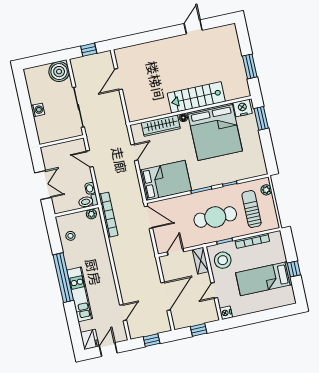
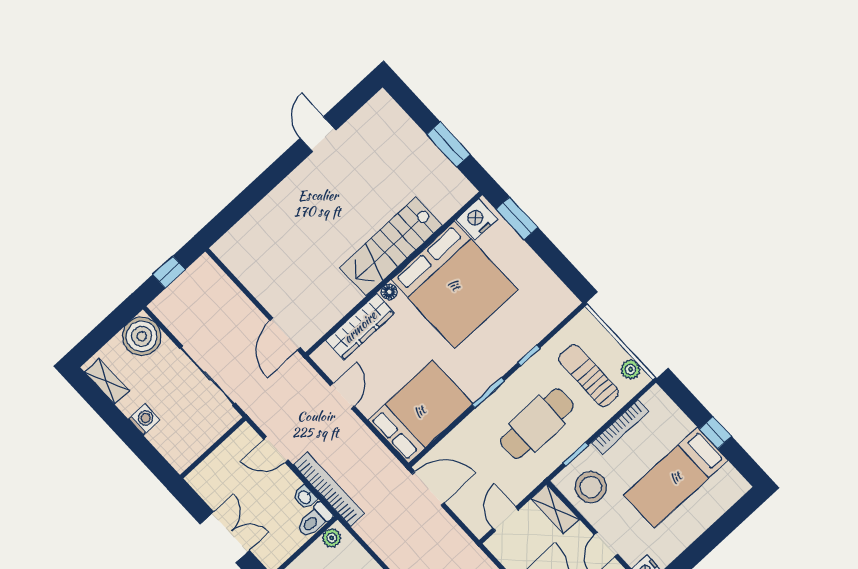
door: (118, 79) -> (285, 334), moved
shelving: (31, 83) -> (107, 381), added
plant: (266, 190) -> (631, 369), moved
bookcase: (108, 215) -> (329, 489), moved

